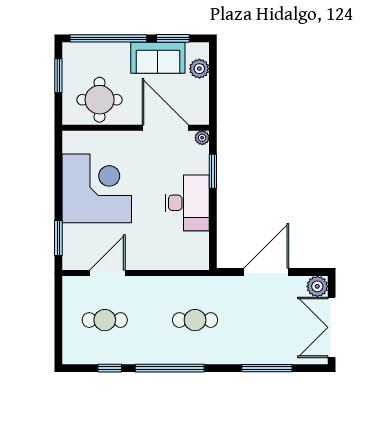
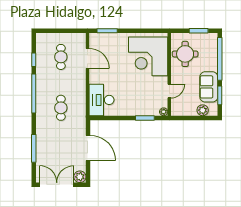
door: (165, 128) -> (169, 91), width x0.53
corner desk: (97, 188) -> (148, 56), moved, turned 90
desk: (187, 203) -> (101, 100), moved, turned 90

